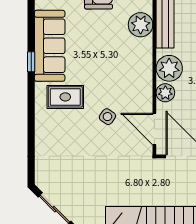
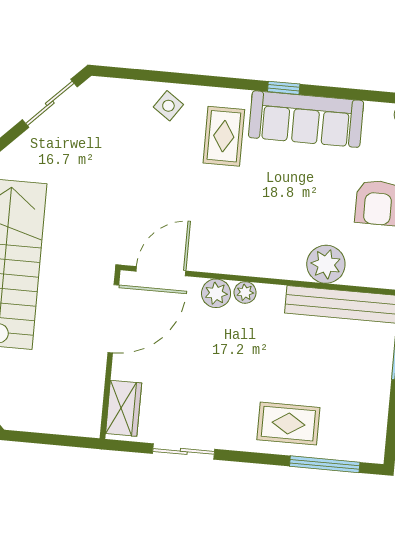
plant: (169, 68) -> (245, 292), width x0.53, depth x0.53
side table: (107, 117) -> (168, 106), moved

